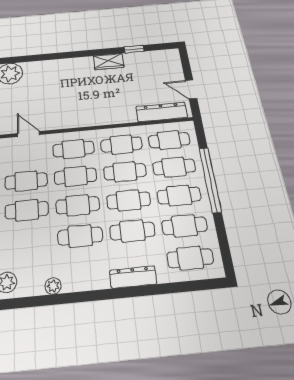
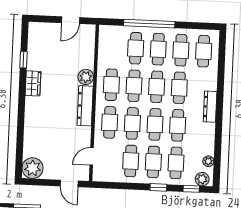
dresser: (162, 112) -> (85, 106), moved
plant: (126, 115) -> (86, 77), added
cafe table: (169, 140) -> (176, 163), moved
dresser: (133, 277) -> (210, 107), moved
plant: (53, 286) -> (208, 161), moved

